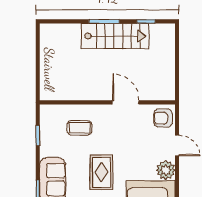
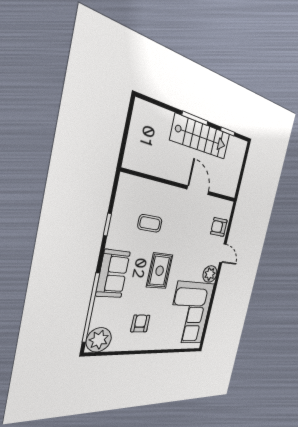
wall: (107, 102) -> (183, 186), moved
door: (126, 102) -> (198, 190), moved

